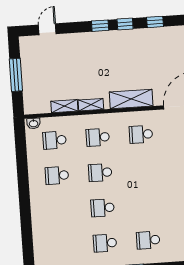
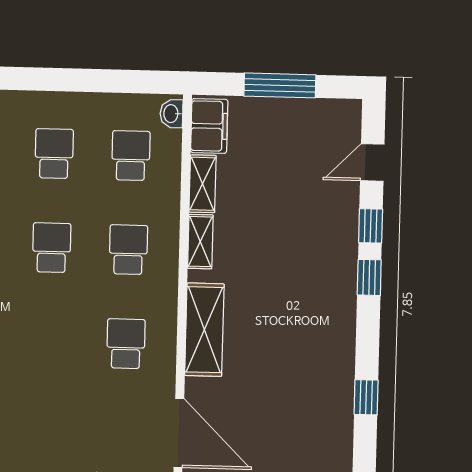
window: (125, 24) -> (371, 226), moved
door: (47, 29) -> (372, 162), swing flipped
filing cabinet: (38, 106) -> (209, 126), added

